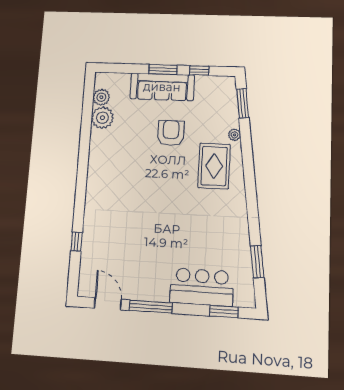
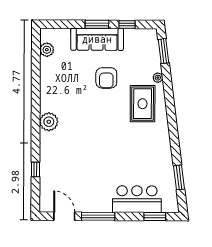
plant: (102, 118) -> (49, 122), moved
armchair: (171, 133) -> (106, 78), turned 180

